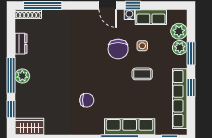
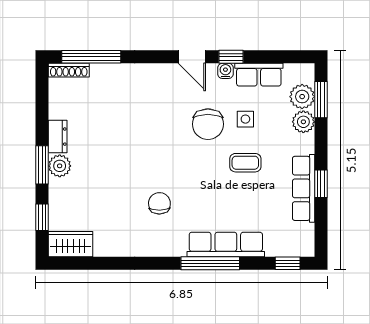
dresser: (21, 44) -> (58, 137), moved
window: (191, 53) -> (321, 100), moved
window: (11, 75) -> (42, 165), width x0.69
row of seats: (180, 99) -> (304, 188), width x0.73
chair: (87, 100) -> (159, 203), turned -91

